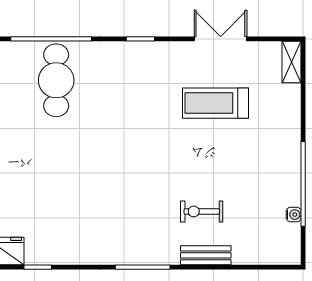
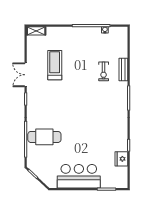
double door: (221, 39) -> (26, 75), moved
treadmill: (215, 103) -> (55, 65), turned 180

